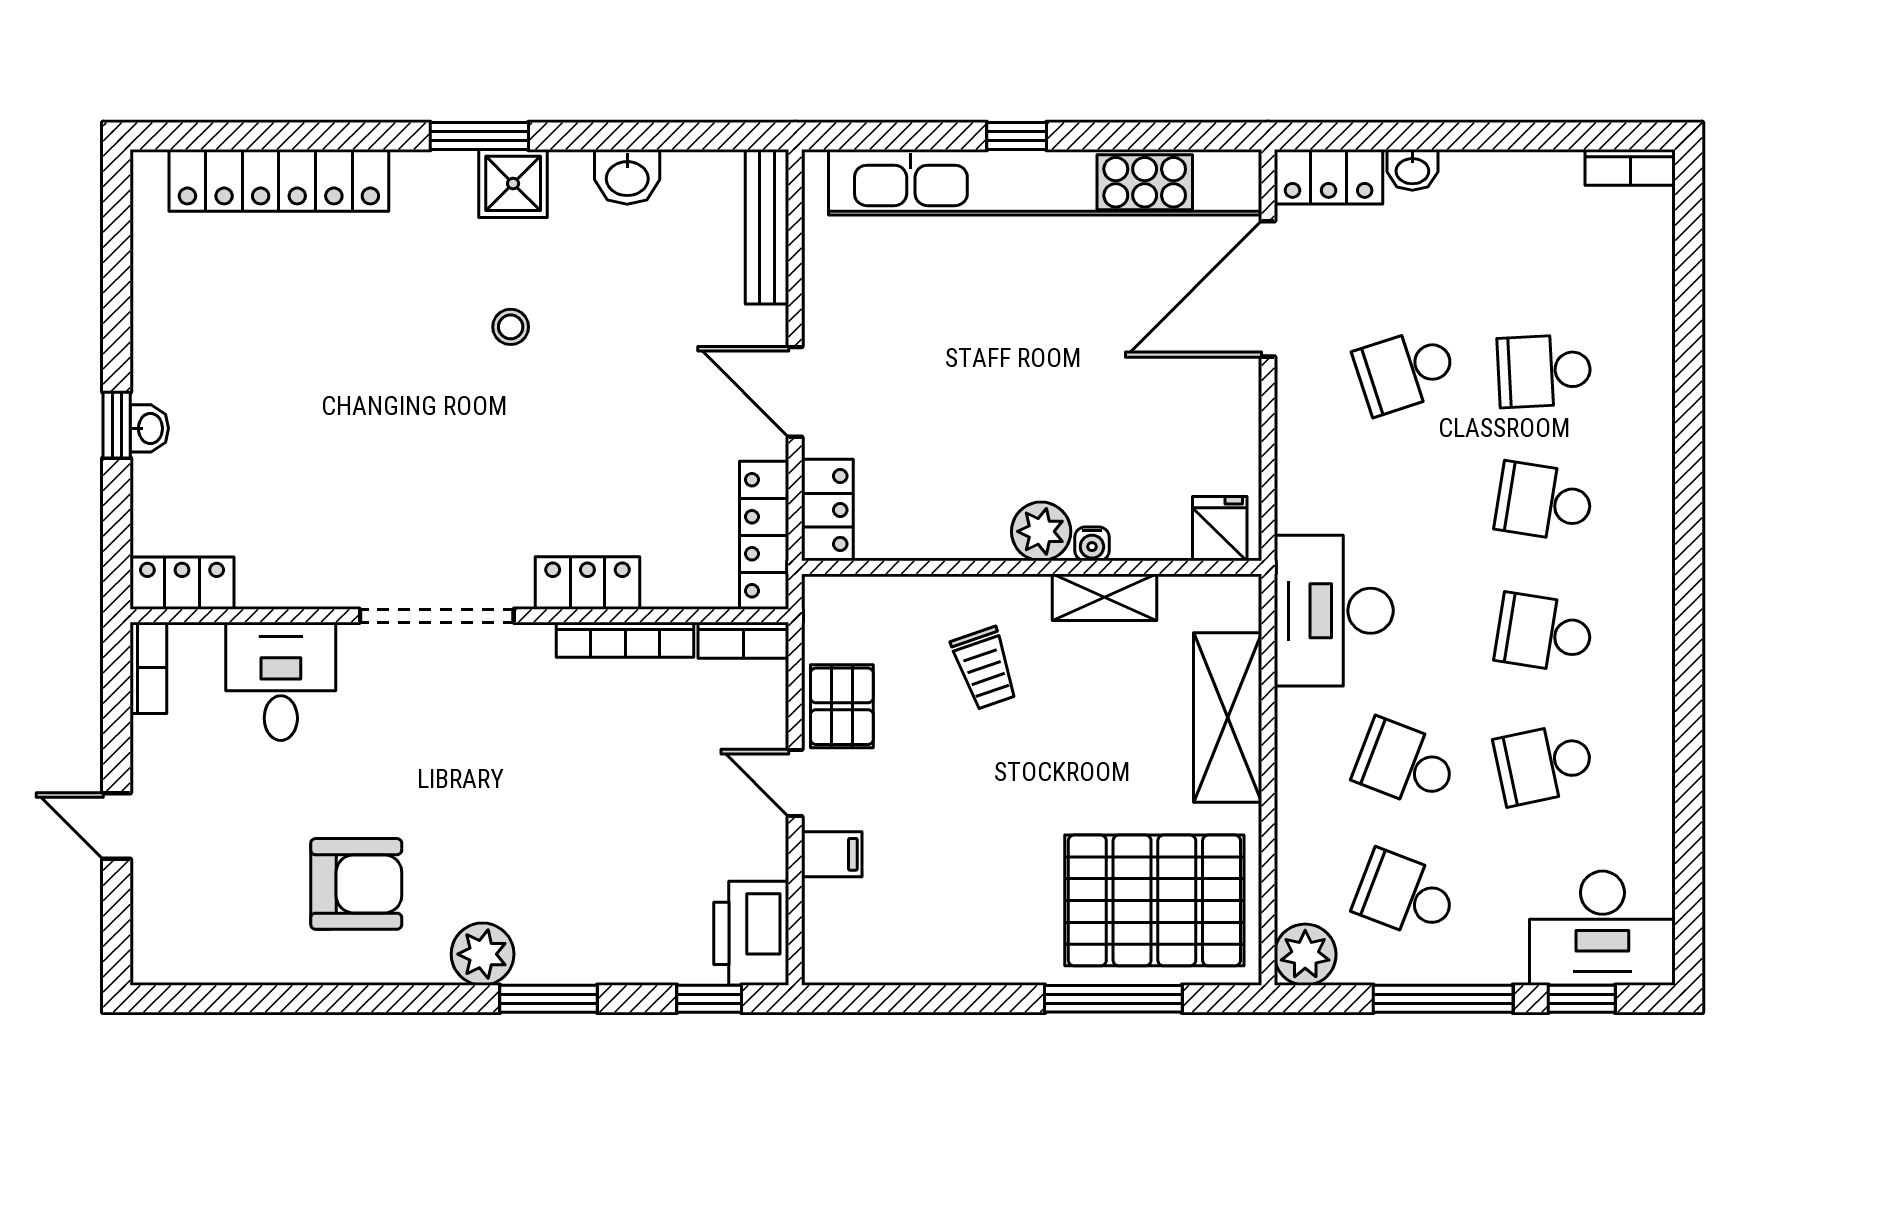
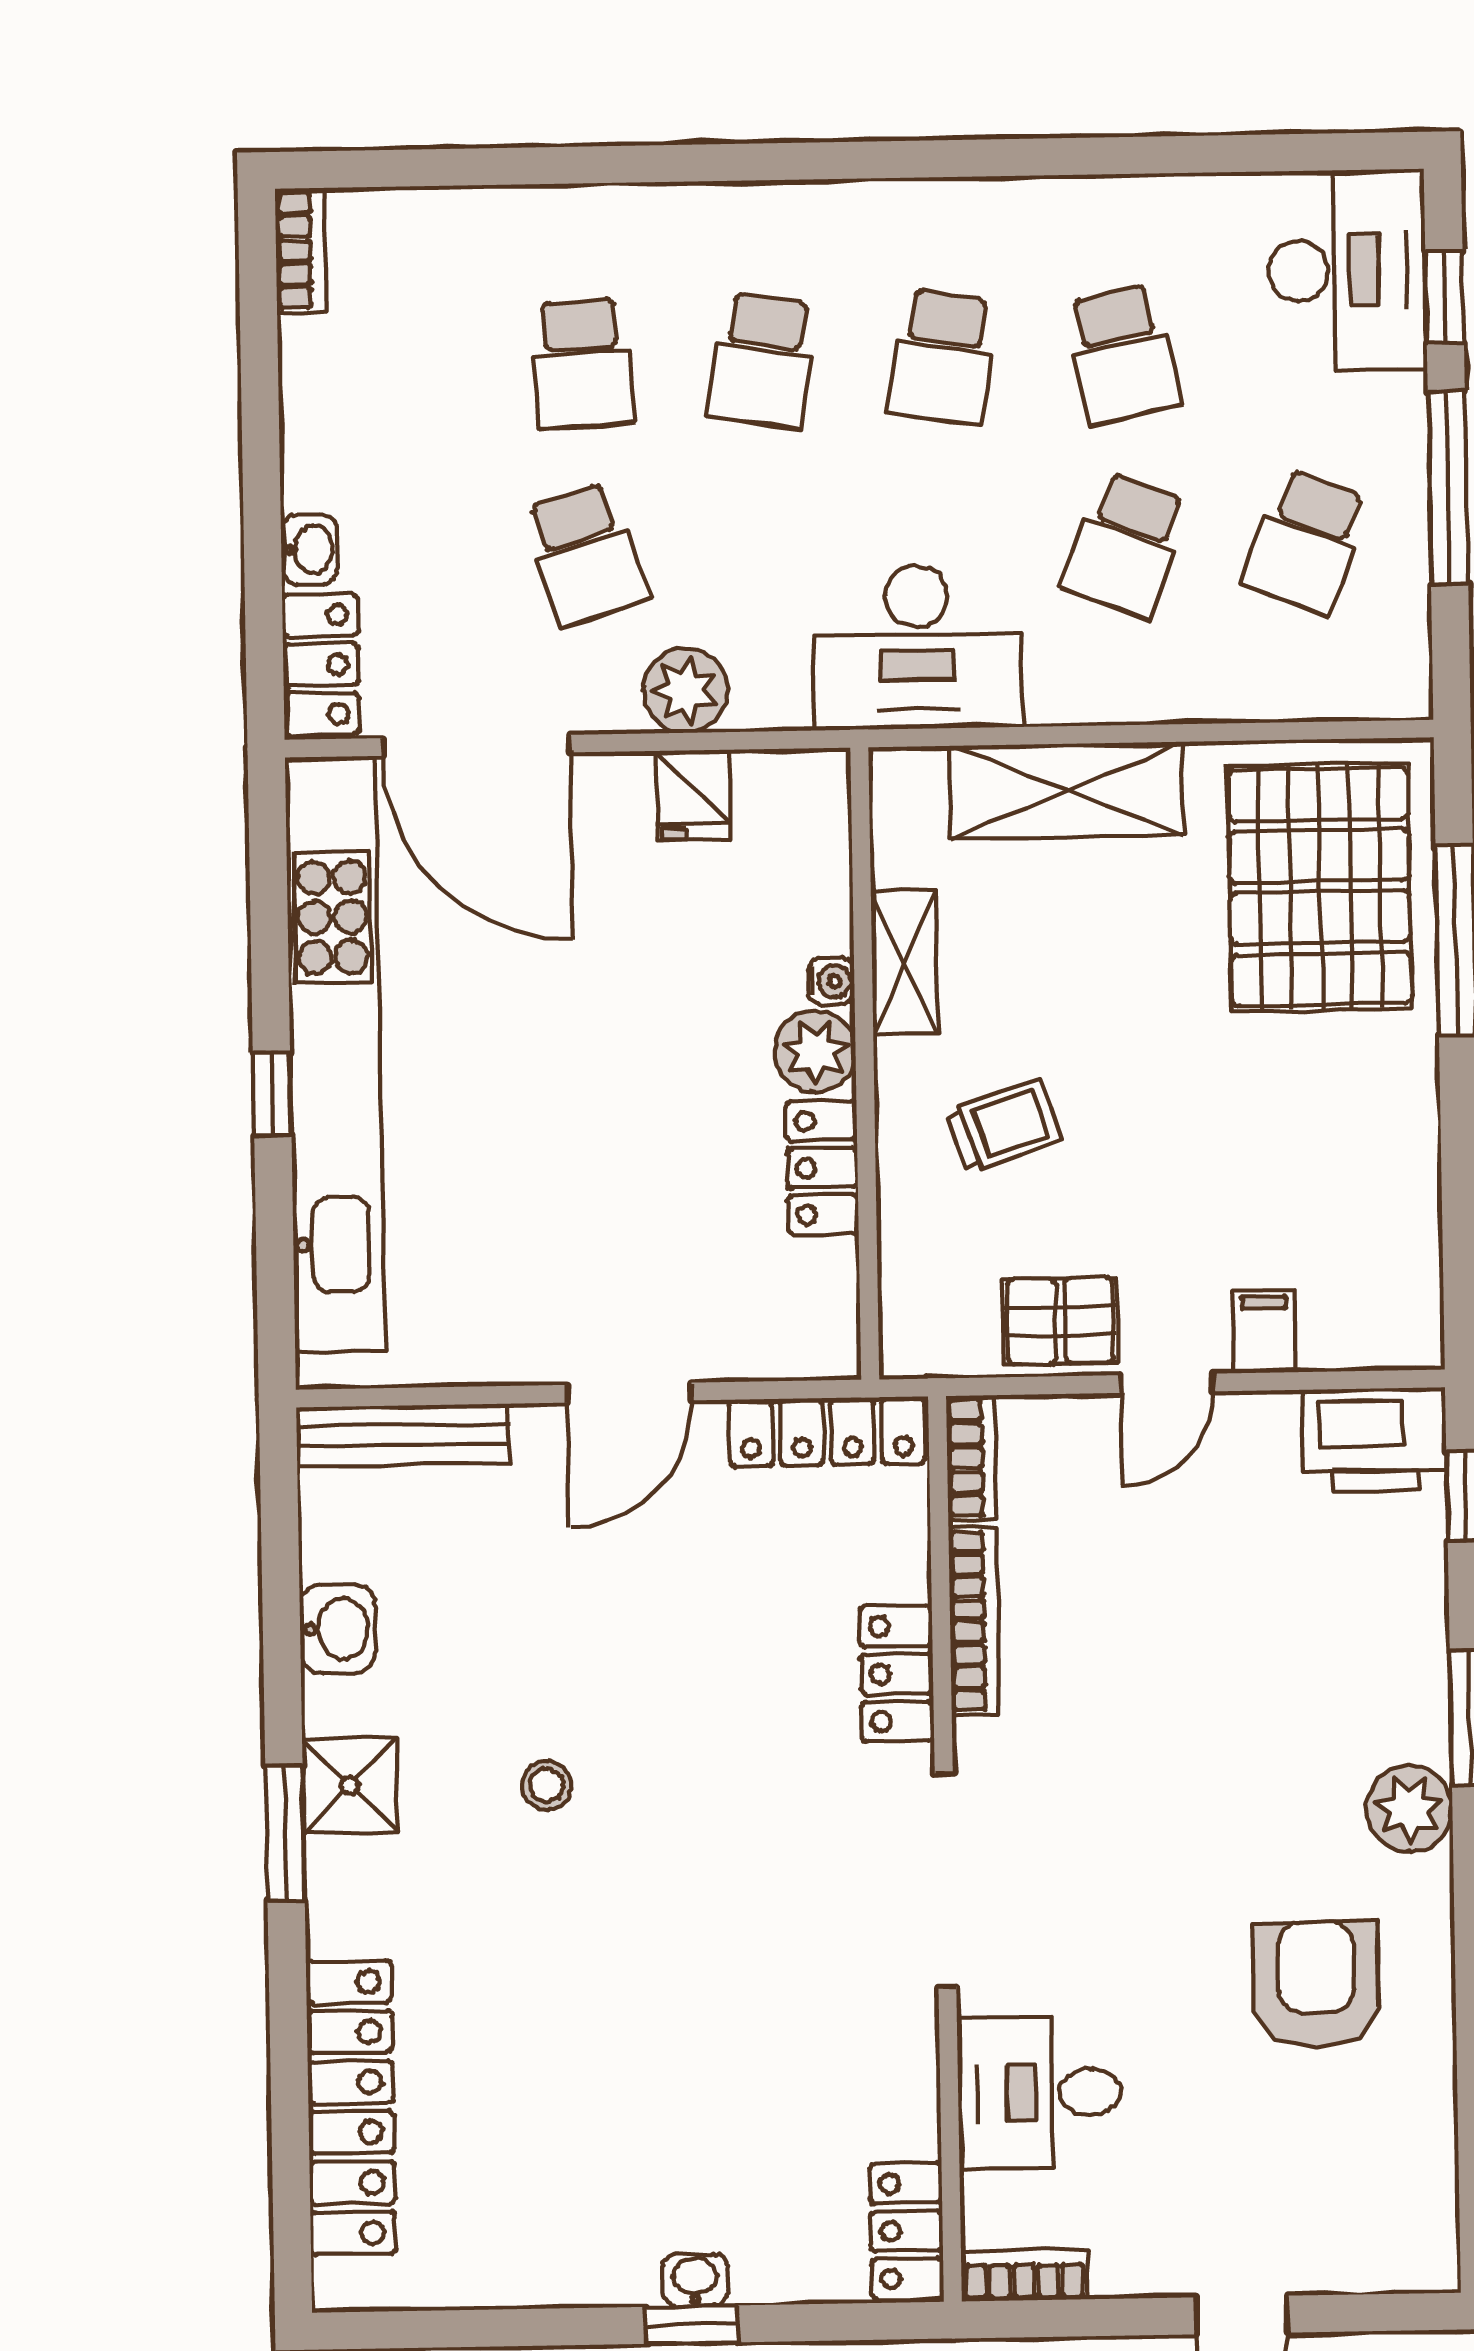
locker: (827, 510) -> (822, 1168), moved, turned -90
fridge: (1220, 529) -> (693, 795), moved, turned -90
plant: (1305, 955) -> (685, 690), moved

